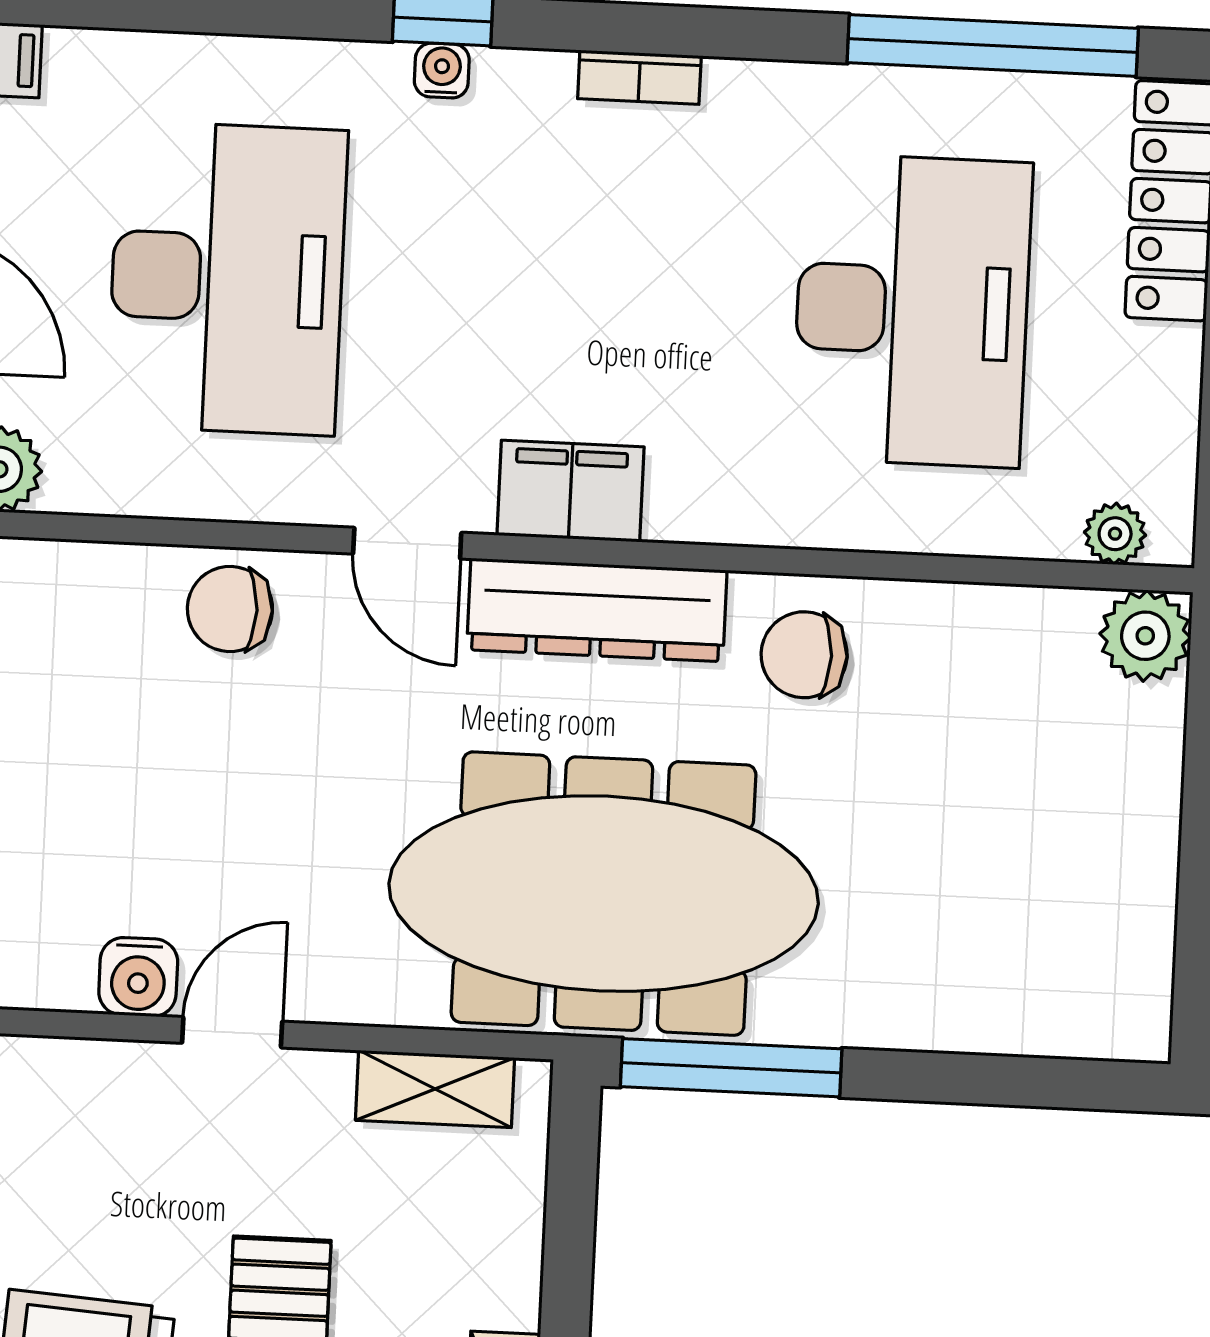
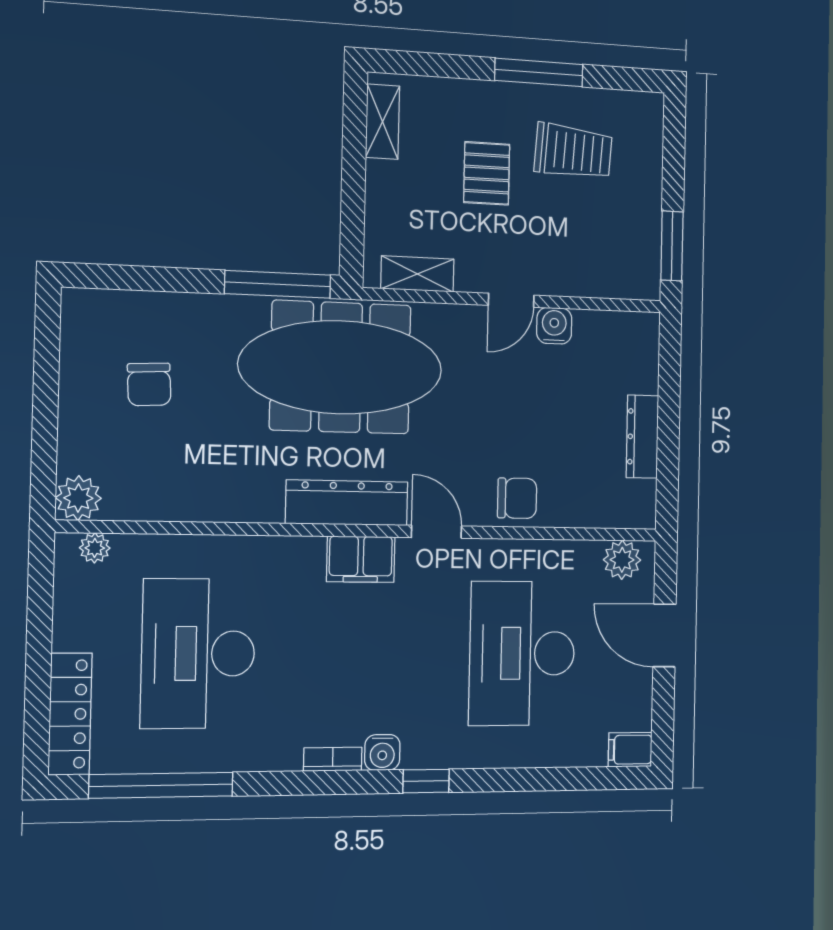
water cooler: (442, 71) -> (382, 752), moved, width x1.38, depth x1.38
chair: (804, 655) -> (149, 384), moved, turned 87

